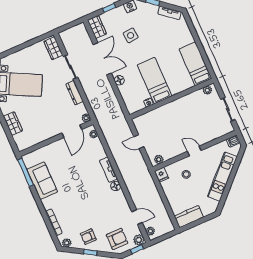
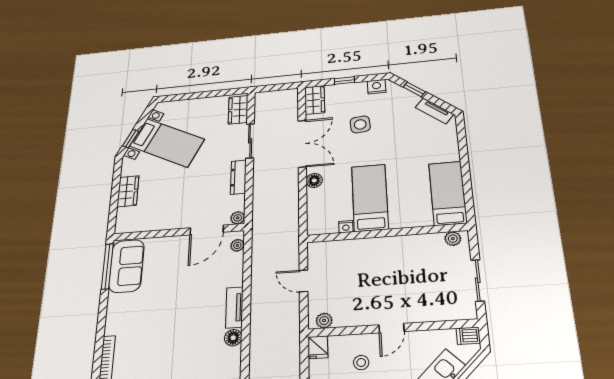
door: (194, 151) -> (391, 328), swing flipped
sofa: (42, 181) -> (127, 266), moved

